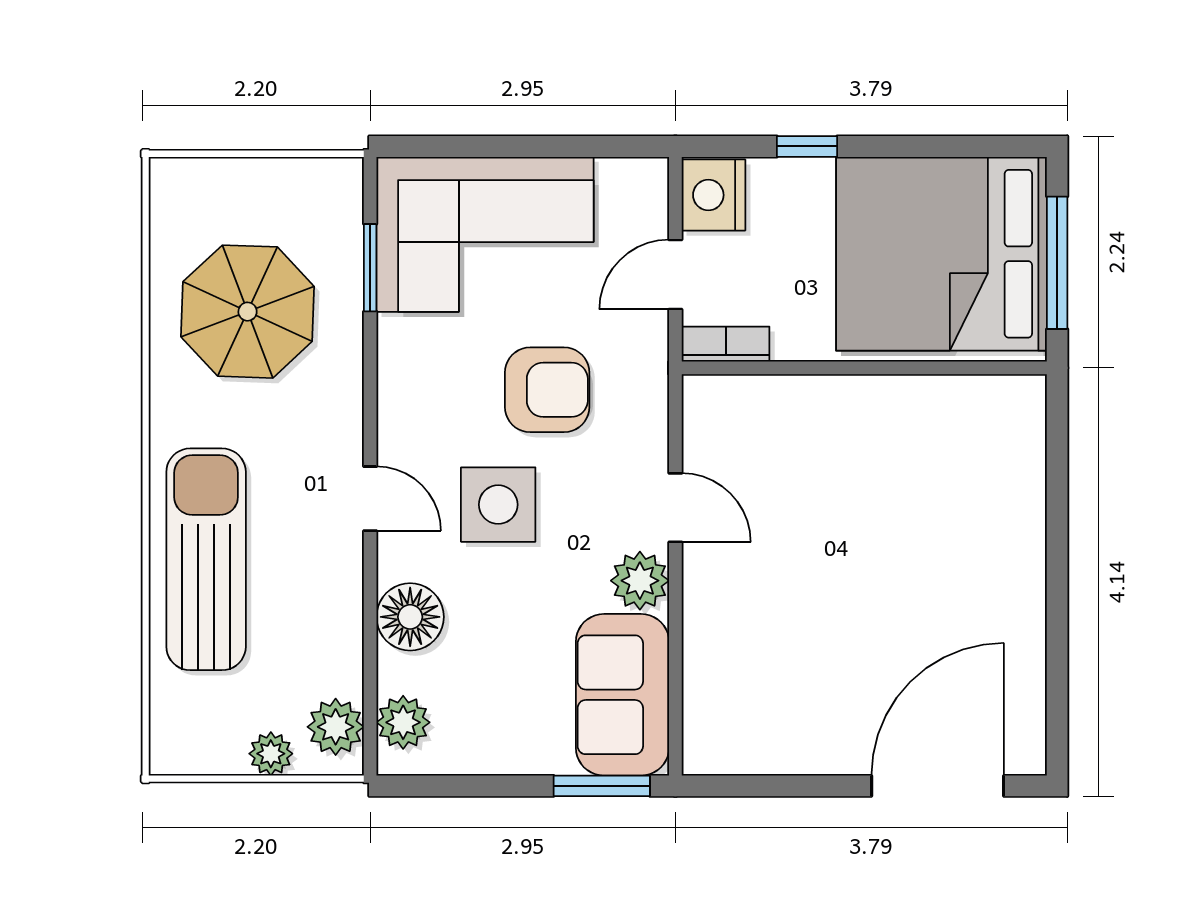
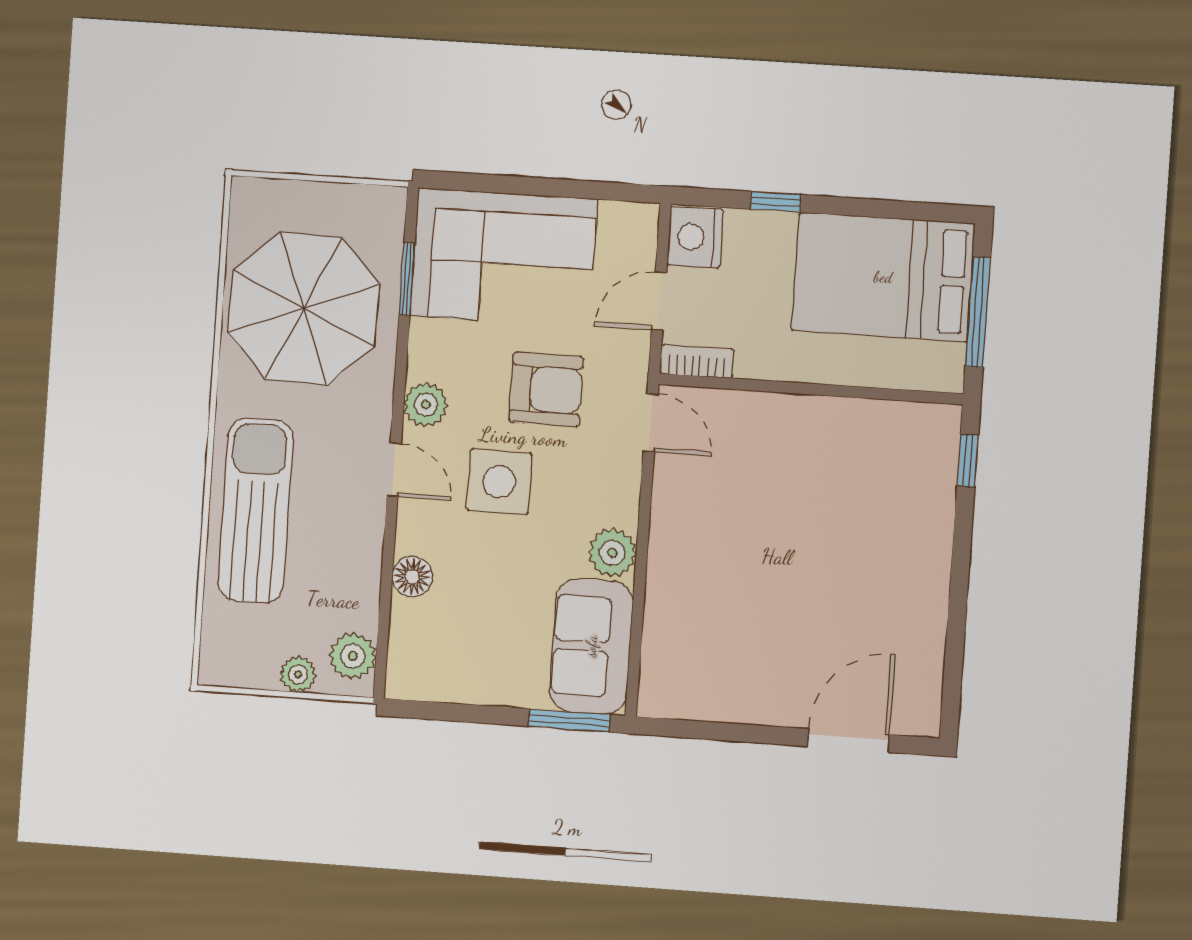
bed: (941, 254) -> (883, 277), width x0.73
parasol: (248, 312) -> (304, 308), width x1.36, depth x1.36
window: (1057, 441) -> (968, 460), added
door: (675, 508) -> (651, 423), moved
floor lamp: (410, 617) -> (412, 577), width x0.73, depth x0.73
plant: (403, 722) -> (426, 405), moved
door: (938, 786) -> (848, 741), width x0.73

